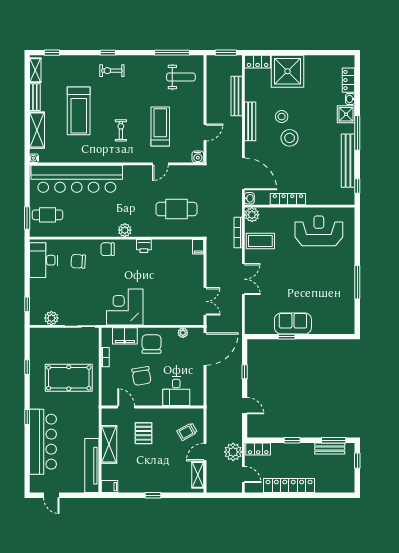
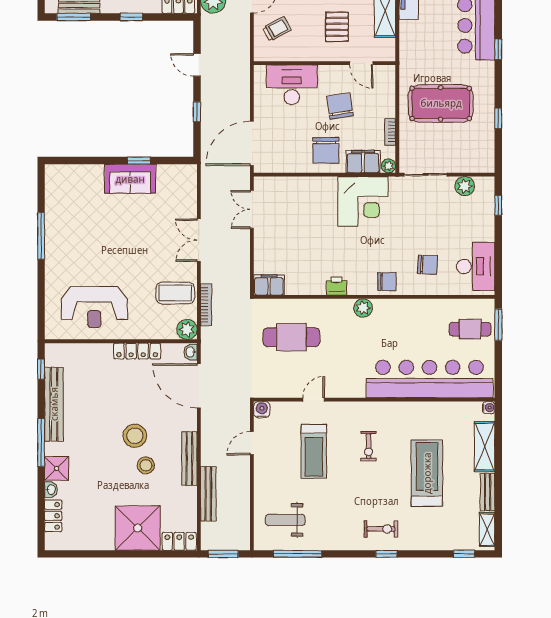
filing cabinet: (198, 247) -> (269, 285), width x2.00
plant: (183, 333) -> (388, 166), moved
desk: (176, 391) -> (292, 85), width x1.37

